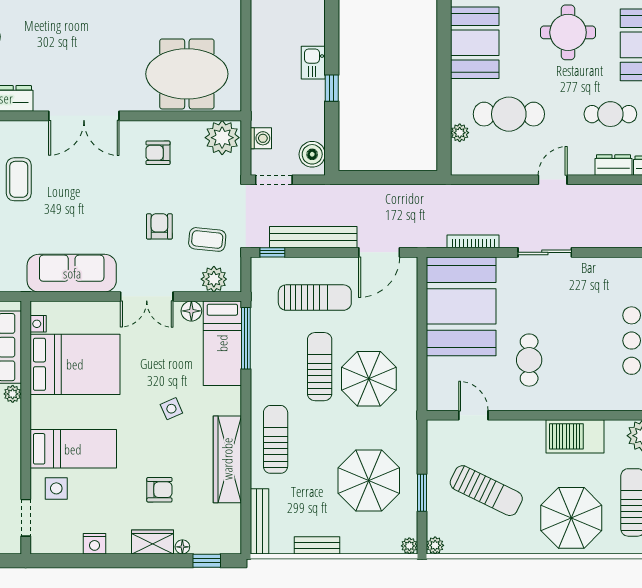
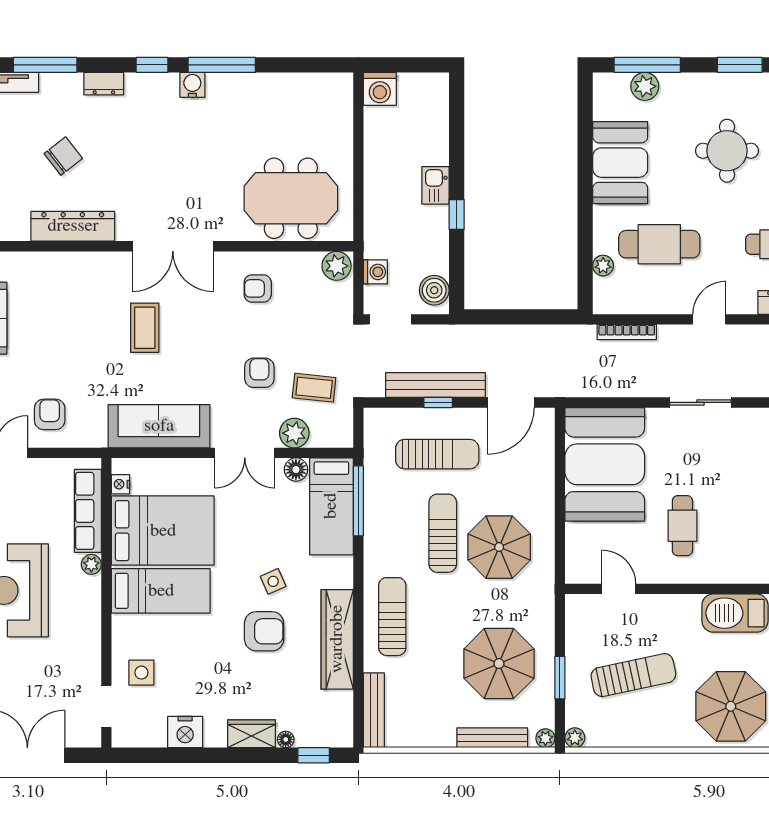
plant: (222, 138) -> (337, 266), width x0.73, depth x0.73
coffee table: (19, 179) -> (145, 328), moved
bookcase: (473, 241) -> (627, 332), moved, turned 180
window: (272, 252) -> (438, 402), moved
plant: (214, 279) -> (294, 433), moved
bed: (73, 449) -> (161, 591), moved
armchair: (159, 490) -> (264, 631), moved, width x1.38, depth x1.38
sun lounger: (486, 491) -> (633, 675), turned -38
nightstand: (95, 544) -> (185, 732), width x1.36, depth x1.33
bench: (317, 545) -> (492, 738), moved, width x1.36

